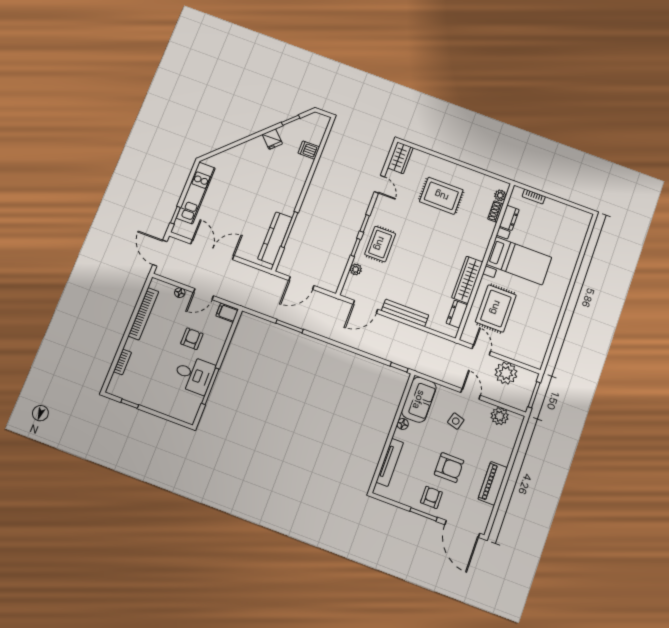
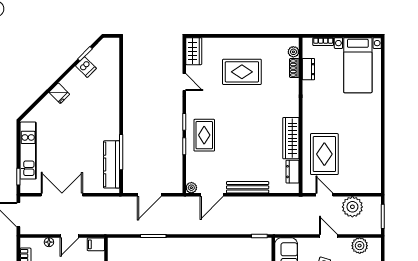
fridge: (272, 139) -> (59, 93), moved
dishwasher: (309, 150) -> (86, 67), moved, turned -135
bed with nightstands: (519, 261) -> (358, 65), moved, turned 90
plant: (356, 269) -> (191, 188), moved

